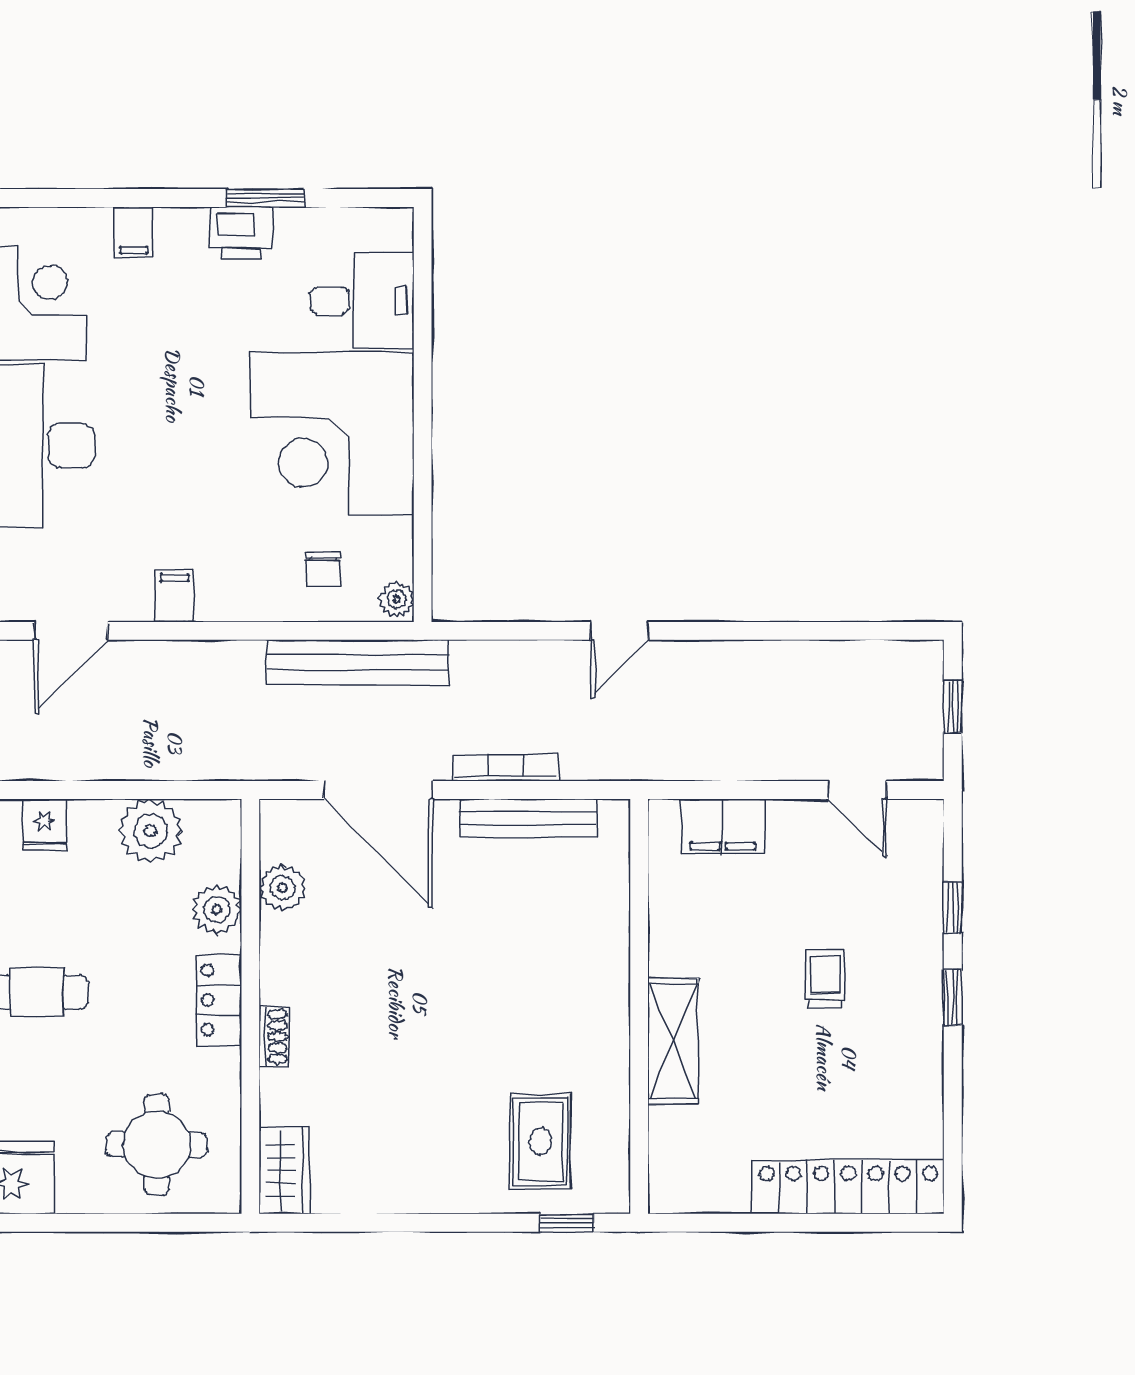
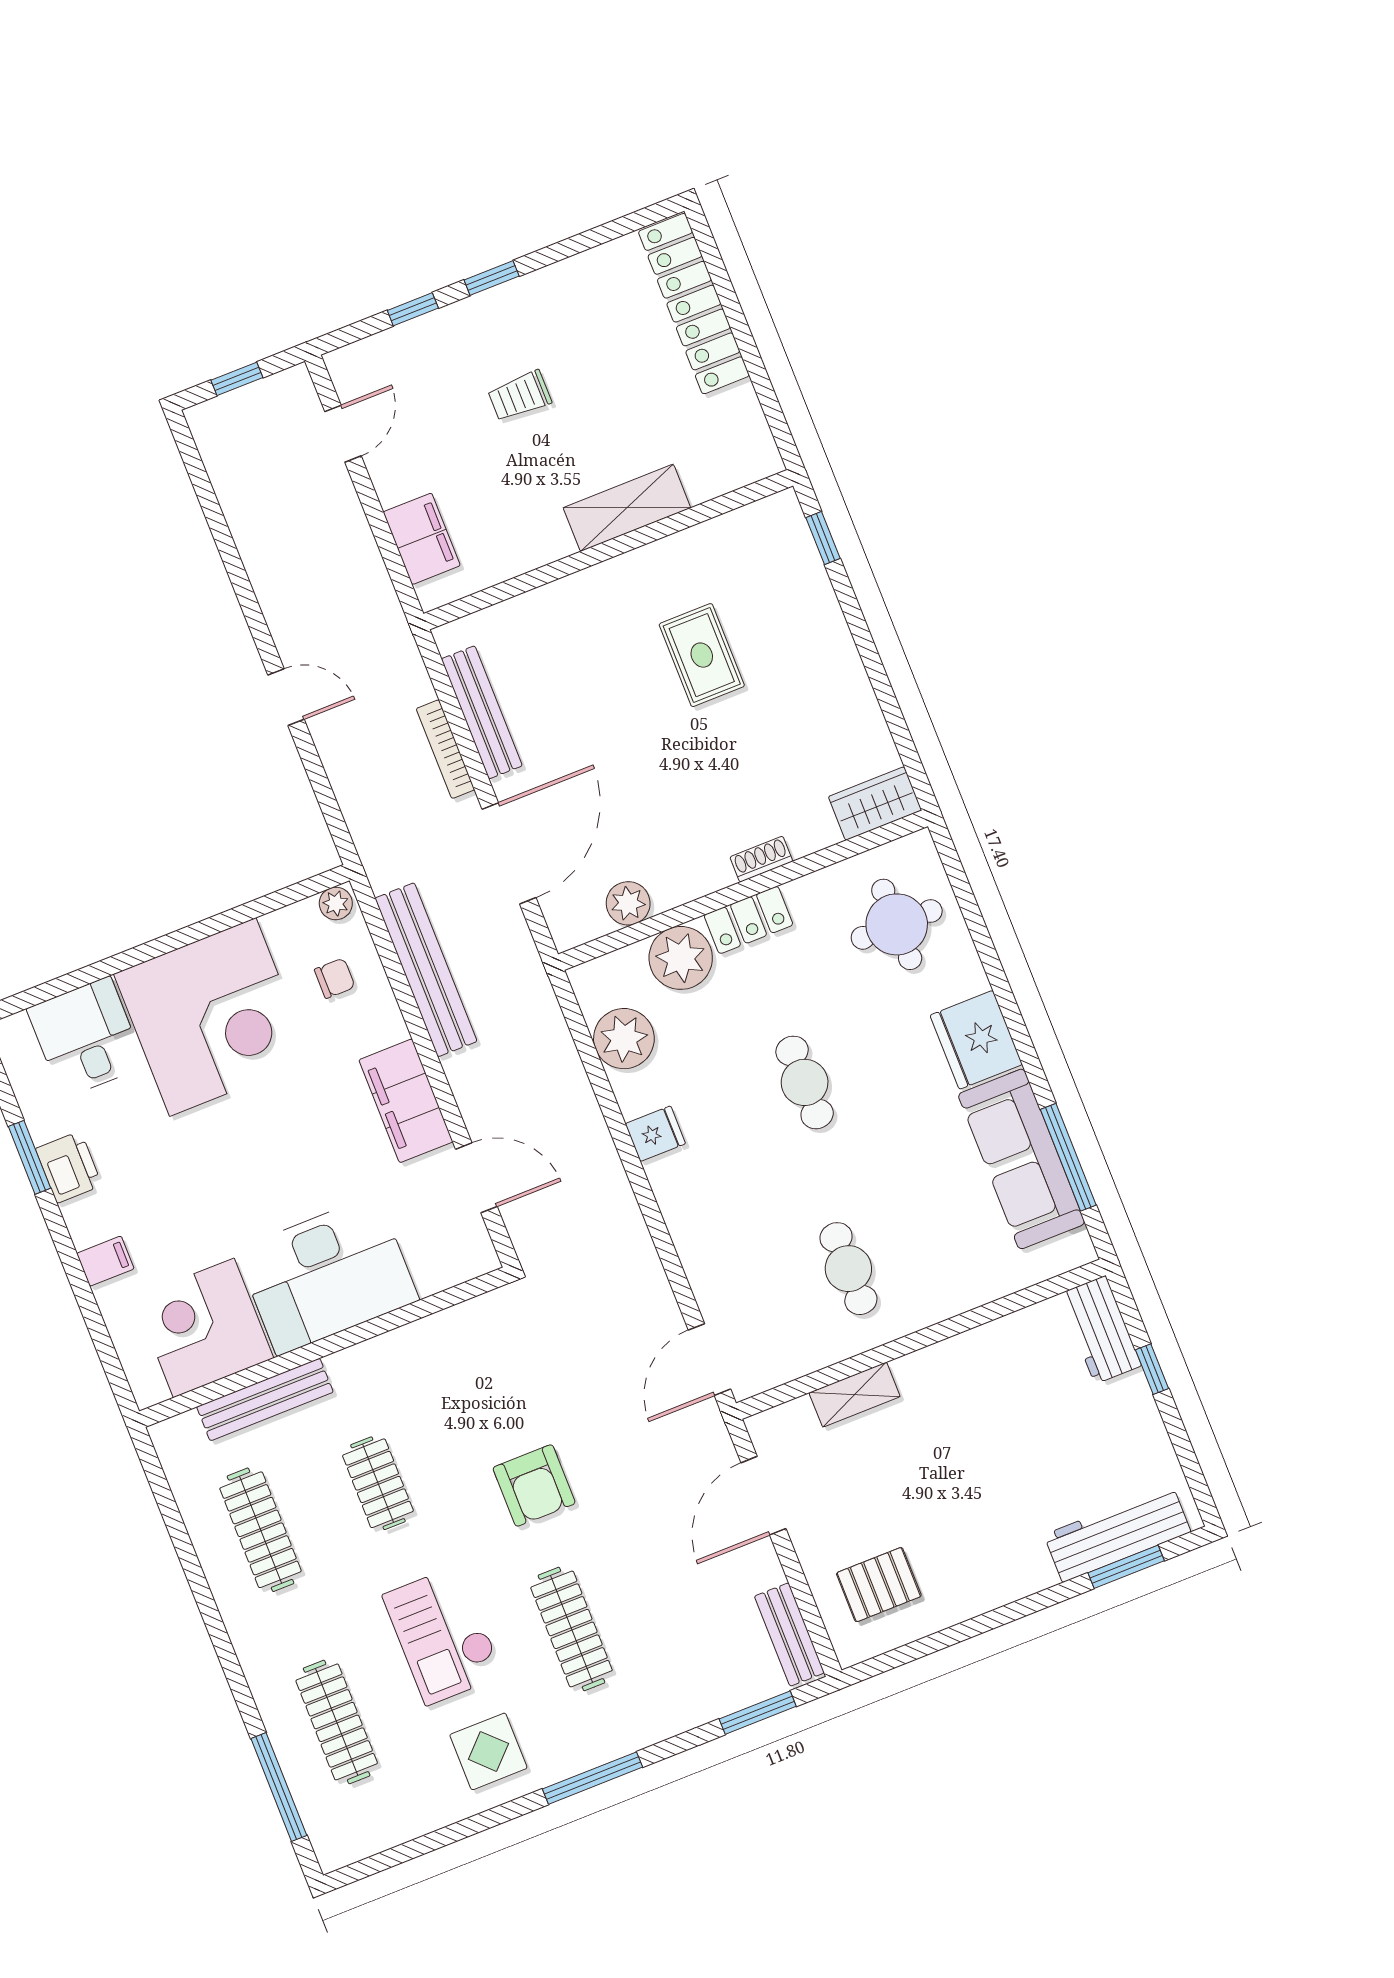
filing cabinet: (174, 596) -> (406, 1101), width x3.00, depth x1.17
bench: (358, 662) -> (426, 970), moved
plant: (217, 909) -> (681, 958), width x1.36, depth x1.36
rug: (540, 1141) -> (702, 655), moved, turned 90

